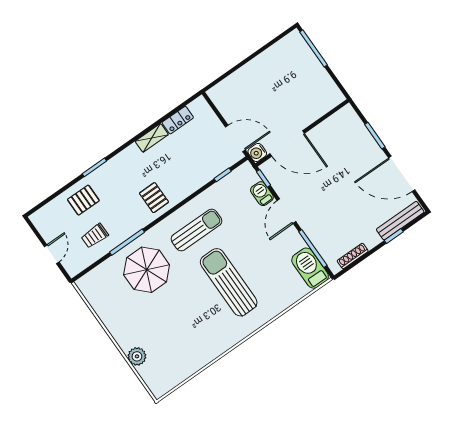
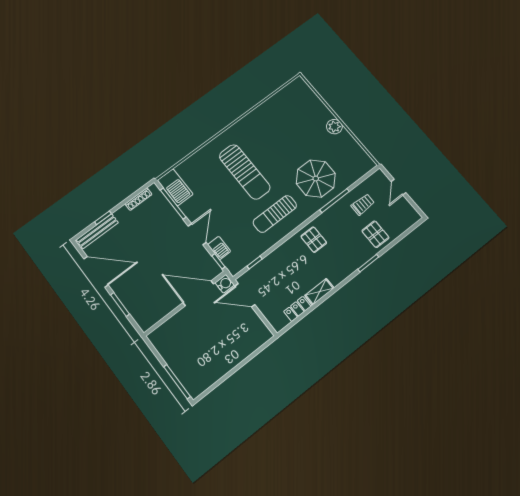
pallet: (83, 200) -> (375, 234), turned 90
plant: (137, 356) -> (334, 127), moved

